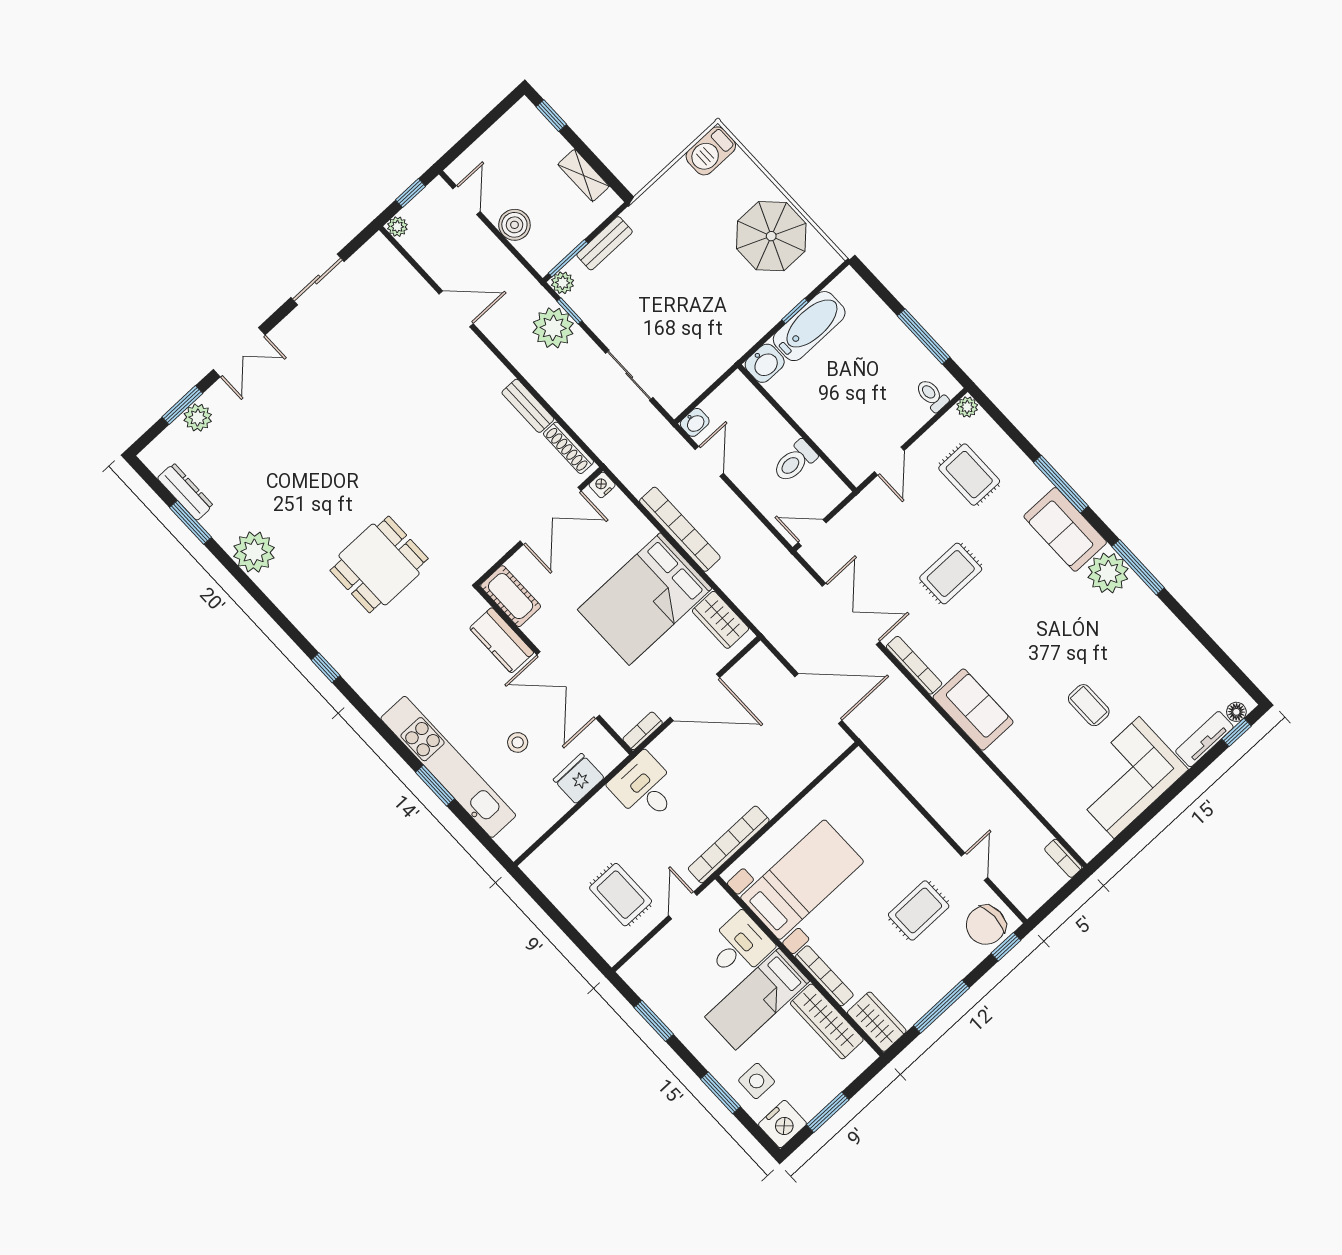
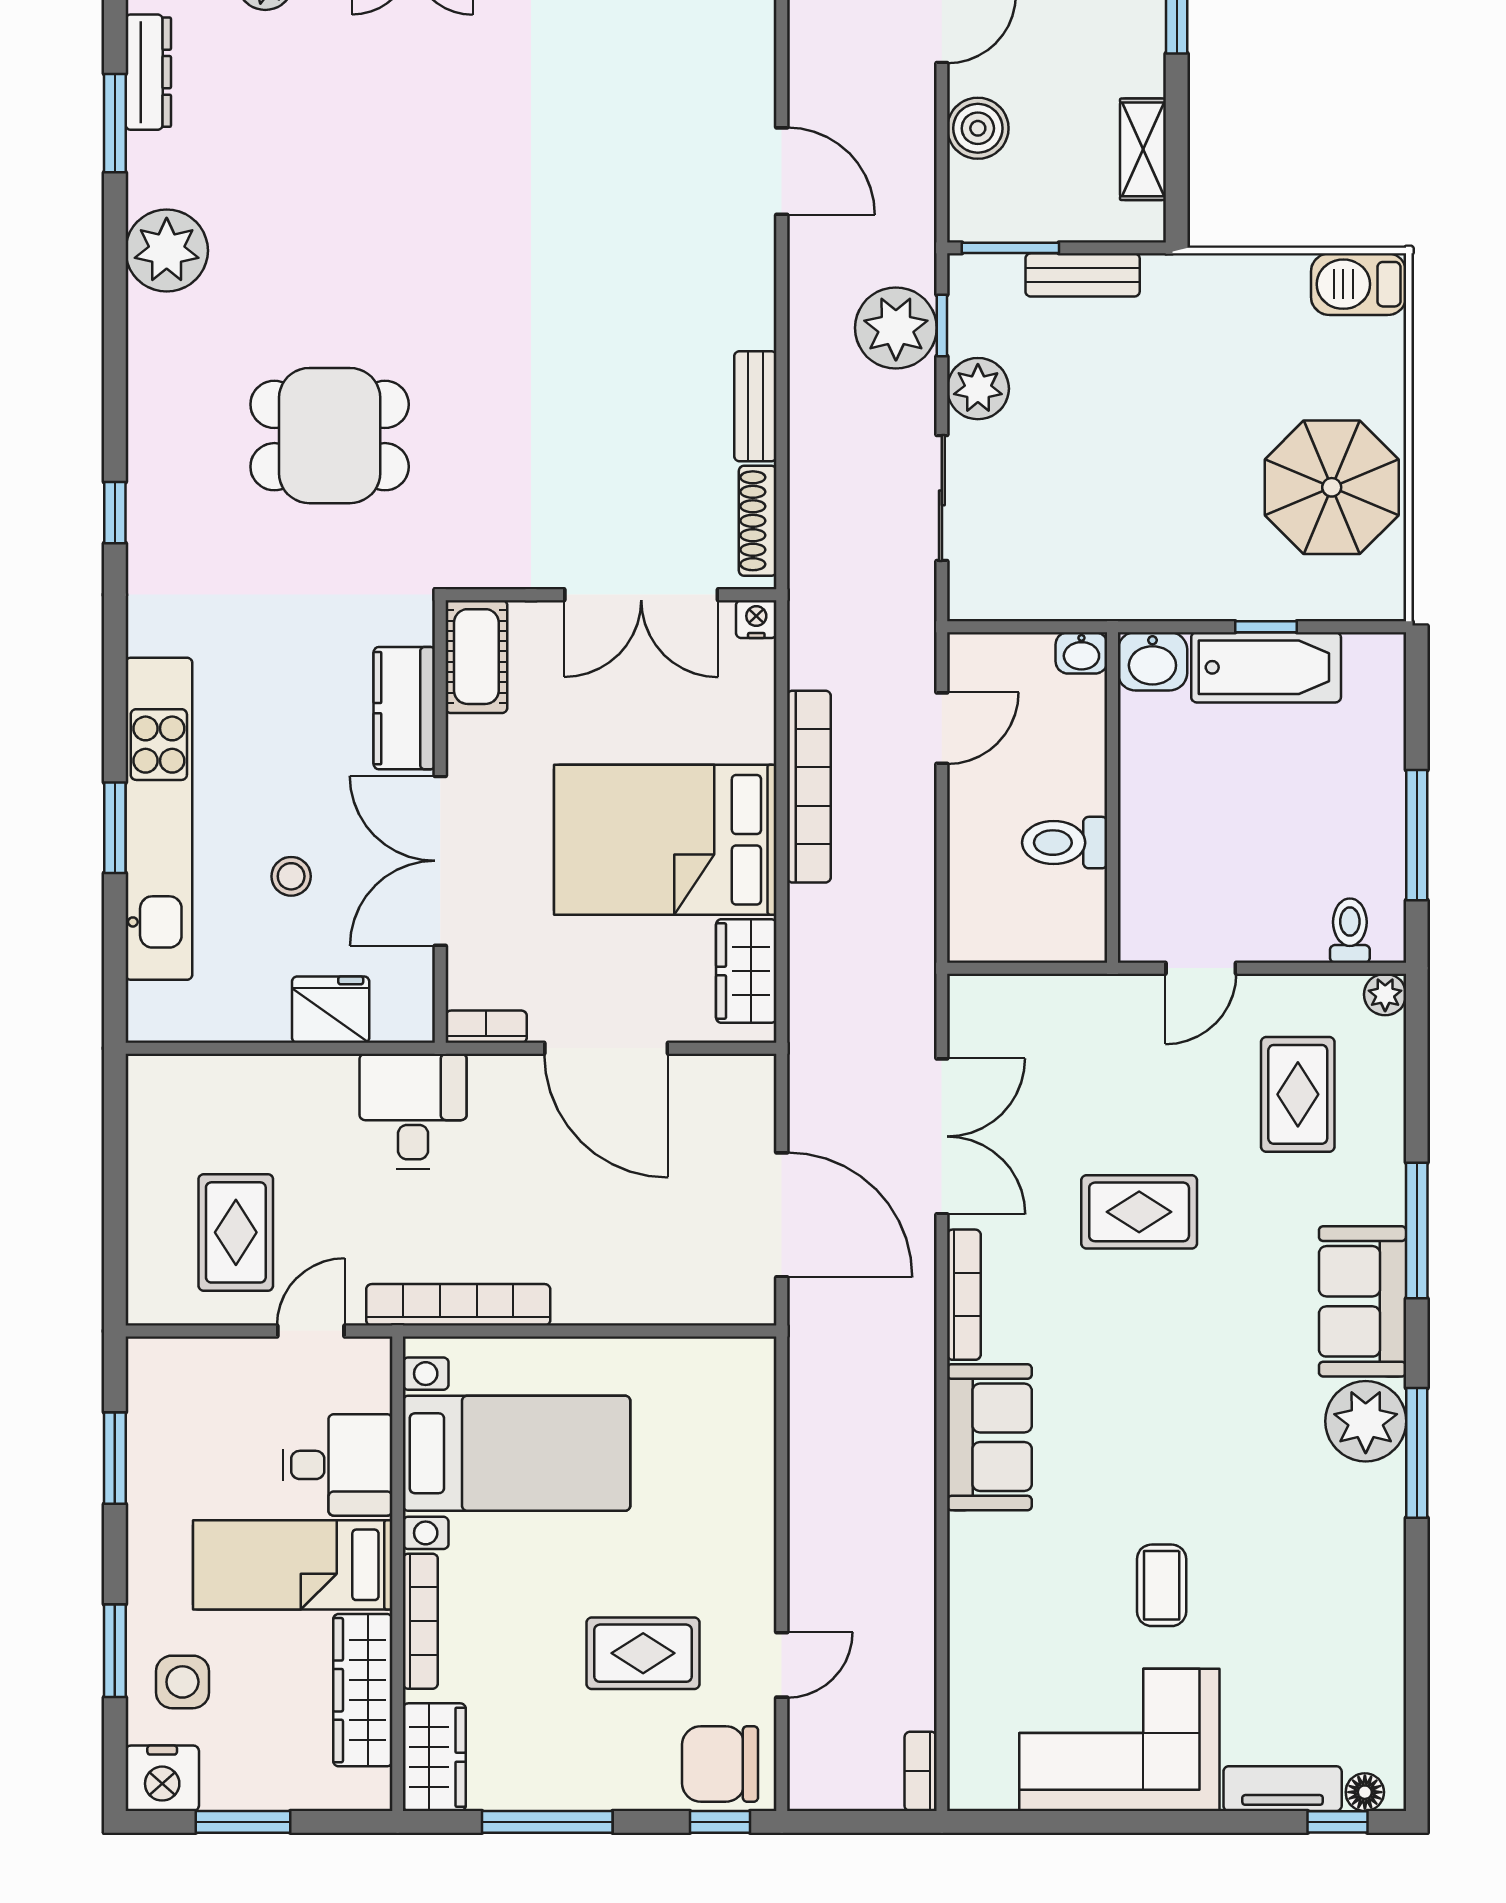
plant: (563, 283) -> (978, 389), moved, width x1.38, depth x1.38
washbasin: (695, 422) -> (1081, 653), moved
door: (812, 533) -> (994, 968), removed

